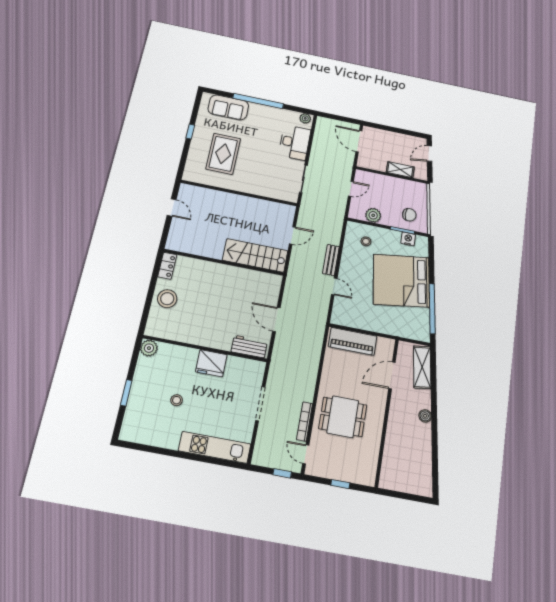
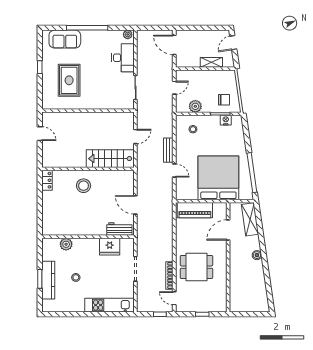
bed: (401, 281) -> (218, 178), moved, turned 98
stool: (167, 299) -> (84, 186), moved
plant: (149, 348) -> (66, 244), moved
fridge: (211, 363) -> (110, 247), moved
kitchen counter: (137, 397) -> (48, 280), added

